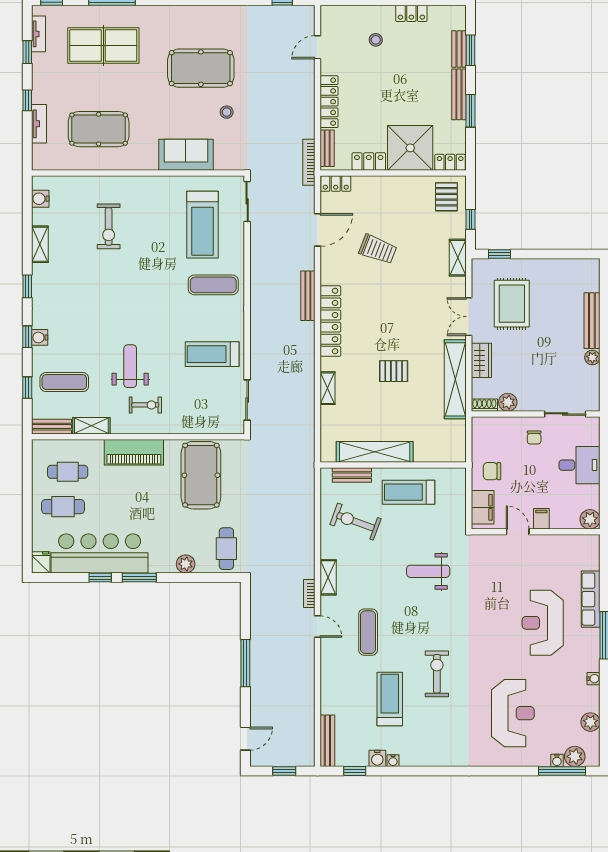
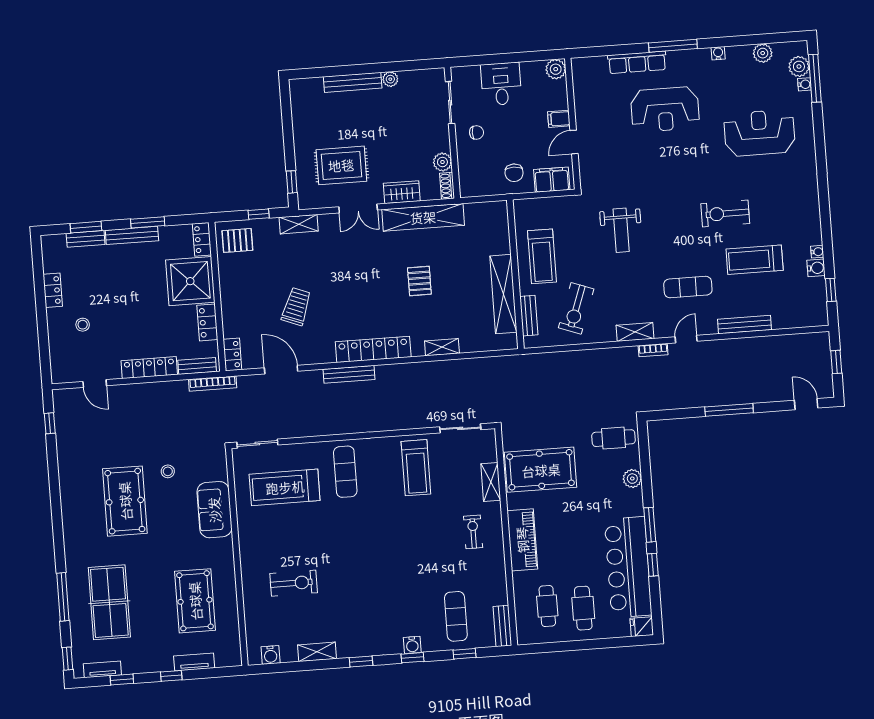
treadmill: (202, 225) -> (285, 487), turned 180
weight bench: (130, 366) -> (435, 550), removed
shelving: (91, 426) -> (491, 482), moved
bench: (327, 741) -> (744, 325), moved

